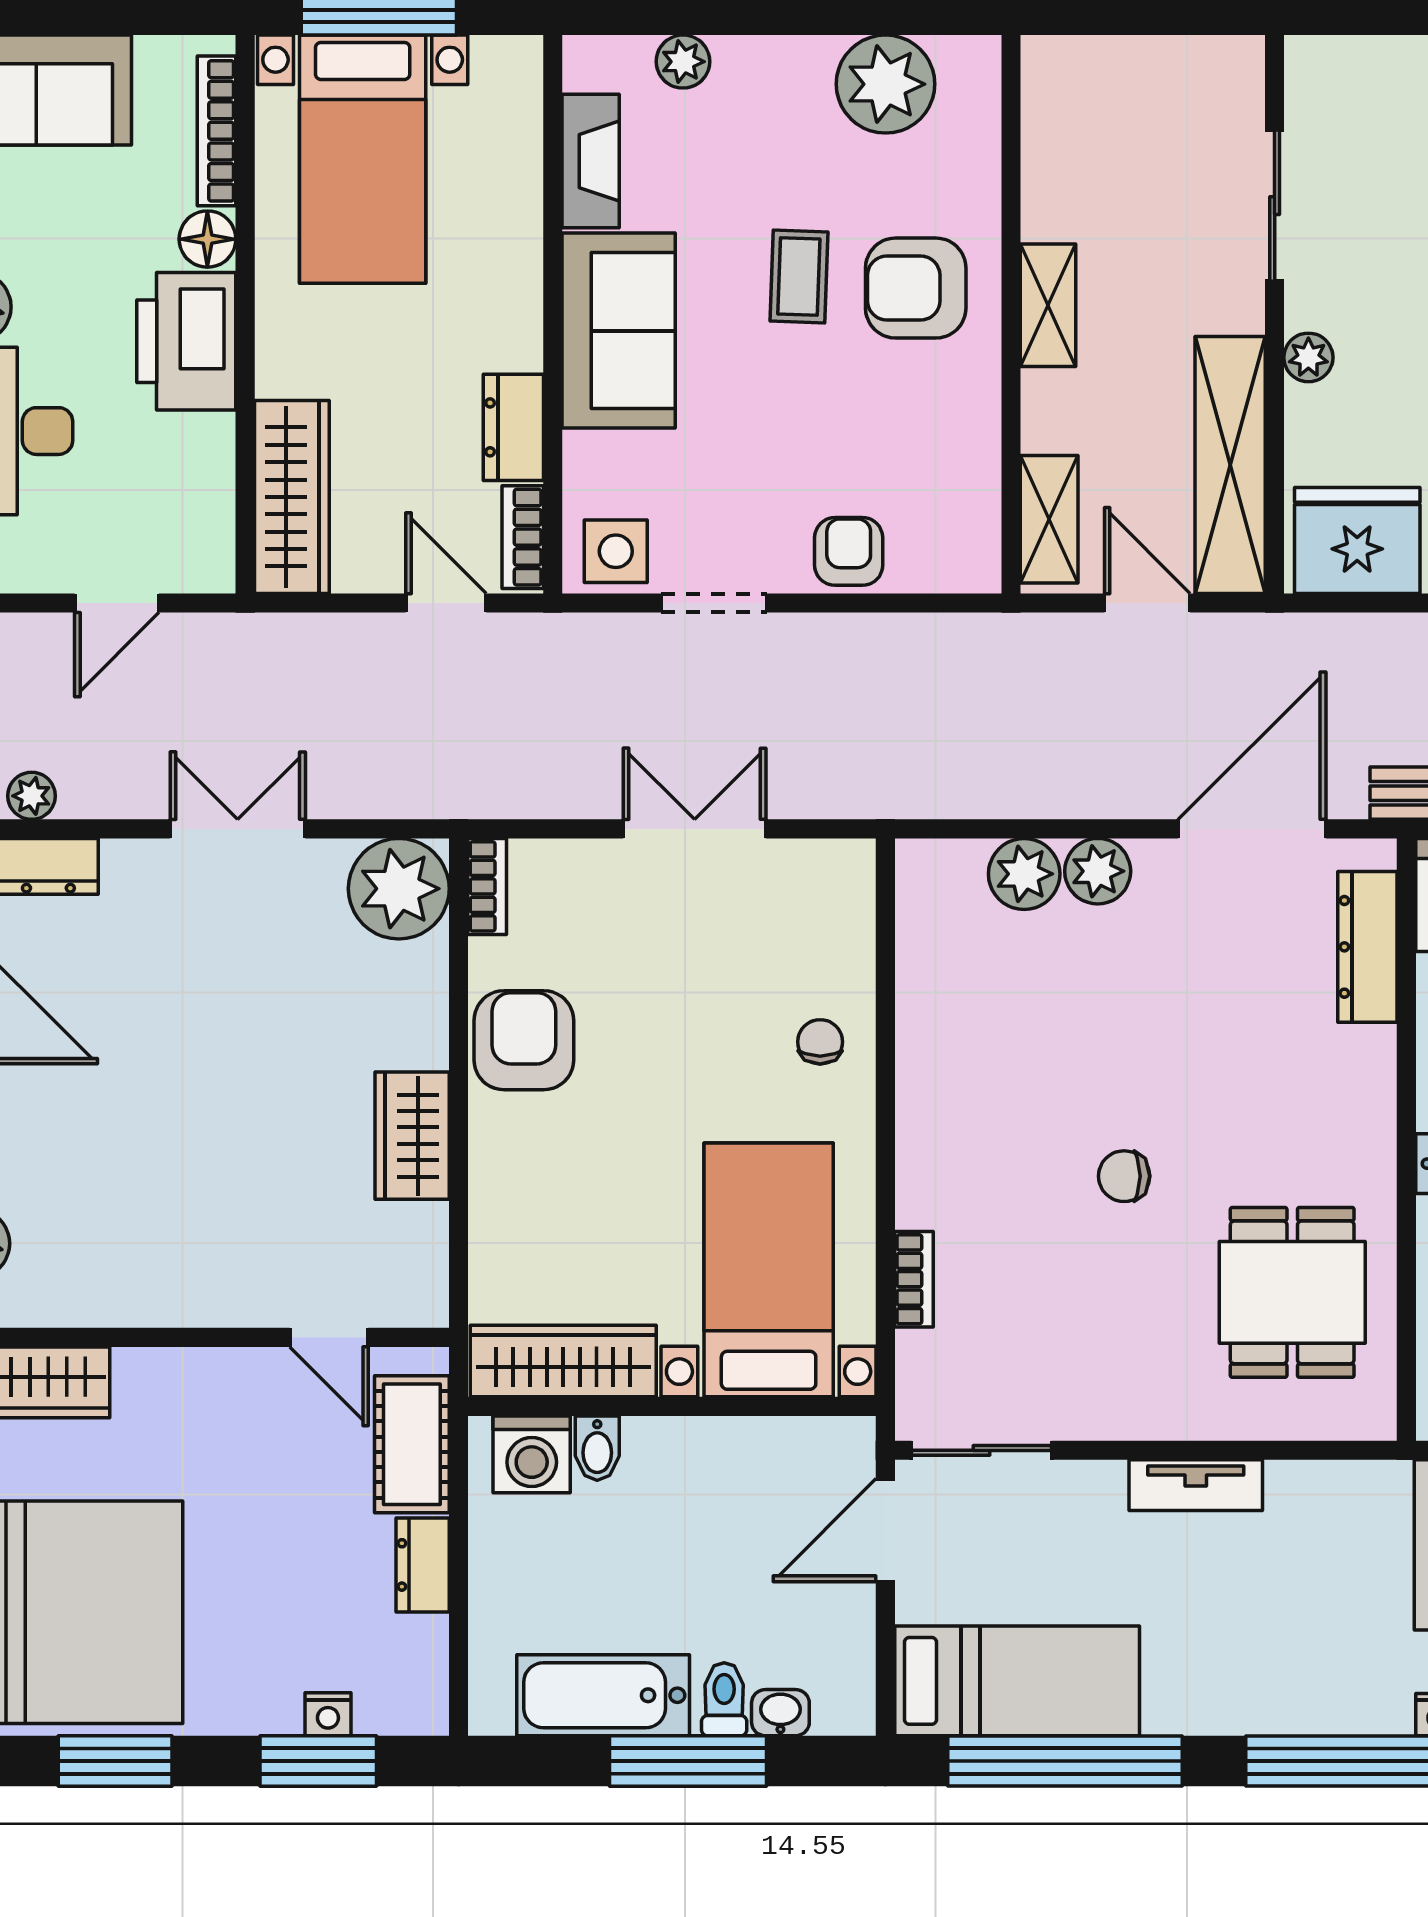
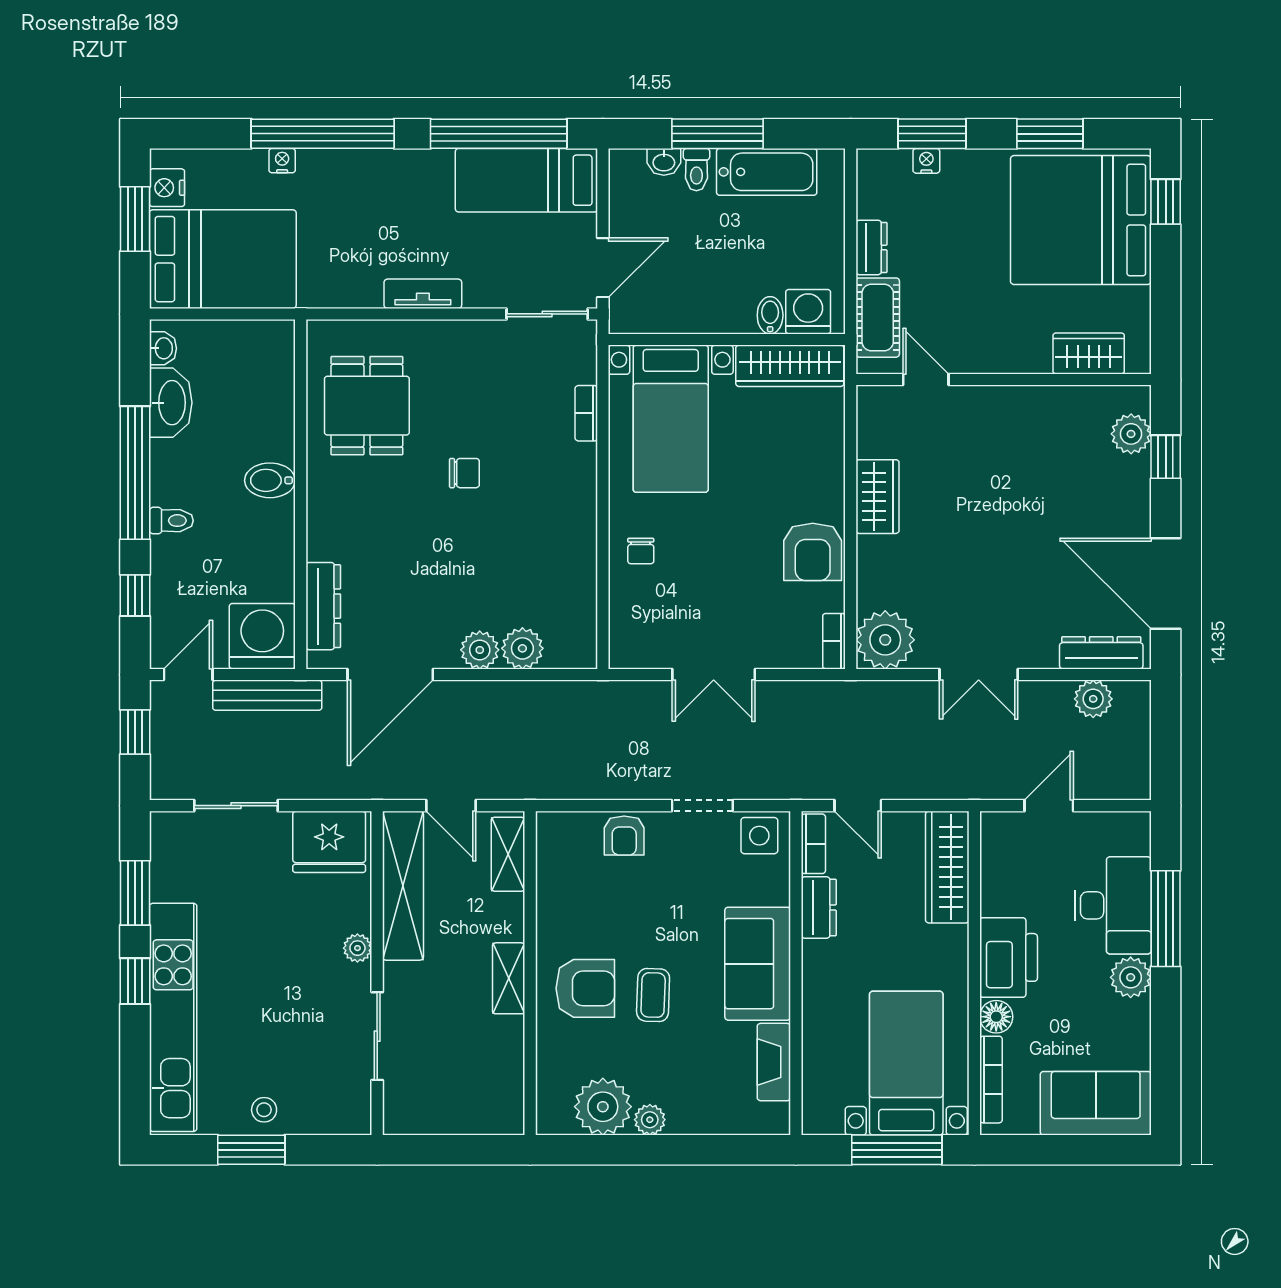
plant: (683, 62) -> (650, 1120), moved
plant: (32, 796) -> (1093, 699), width x1.38, depth x1.38

